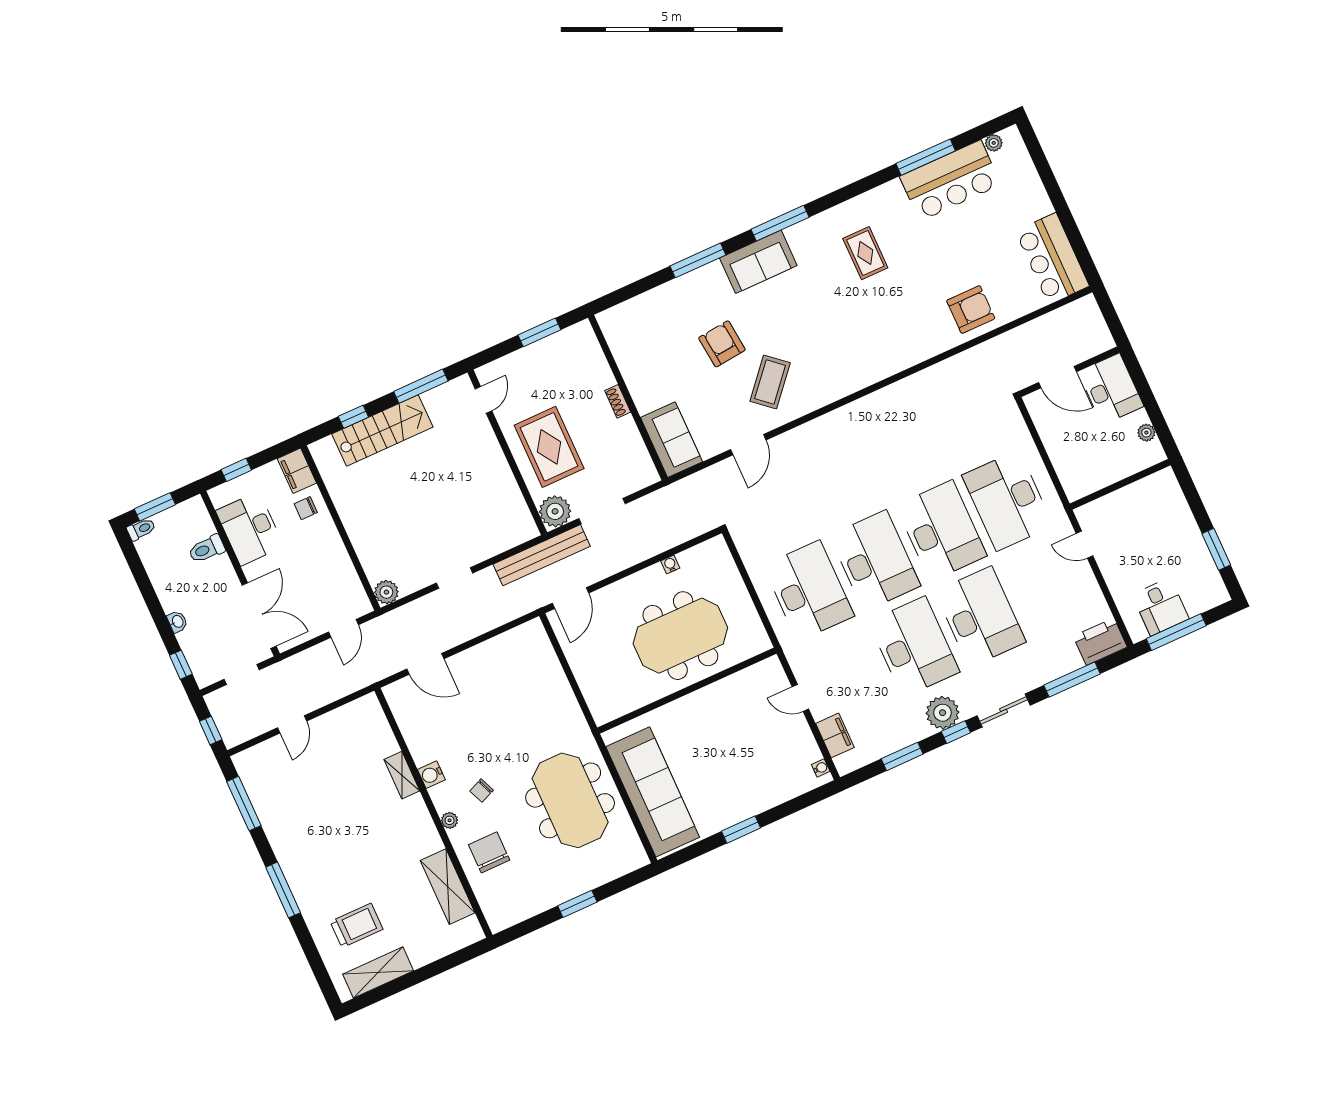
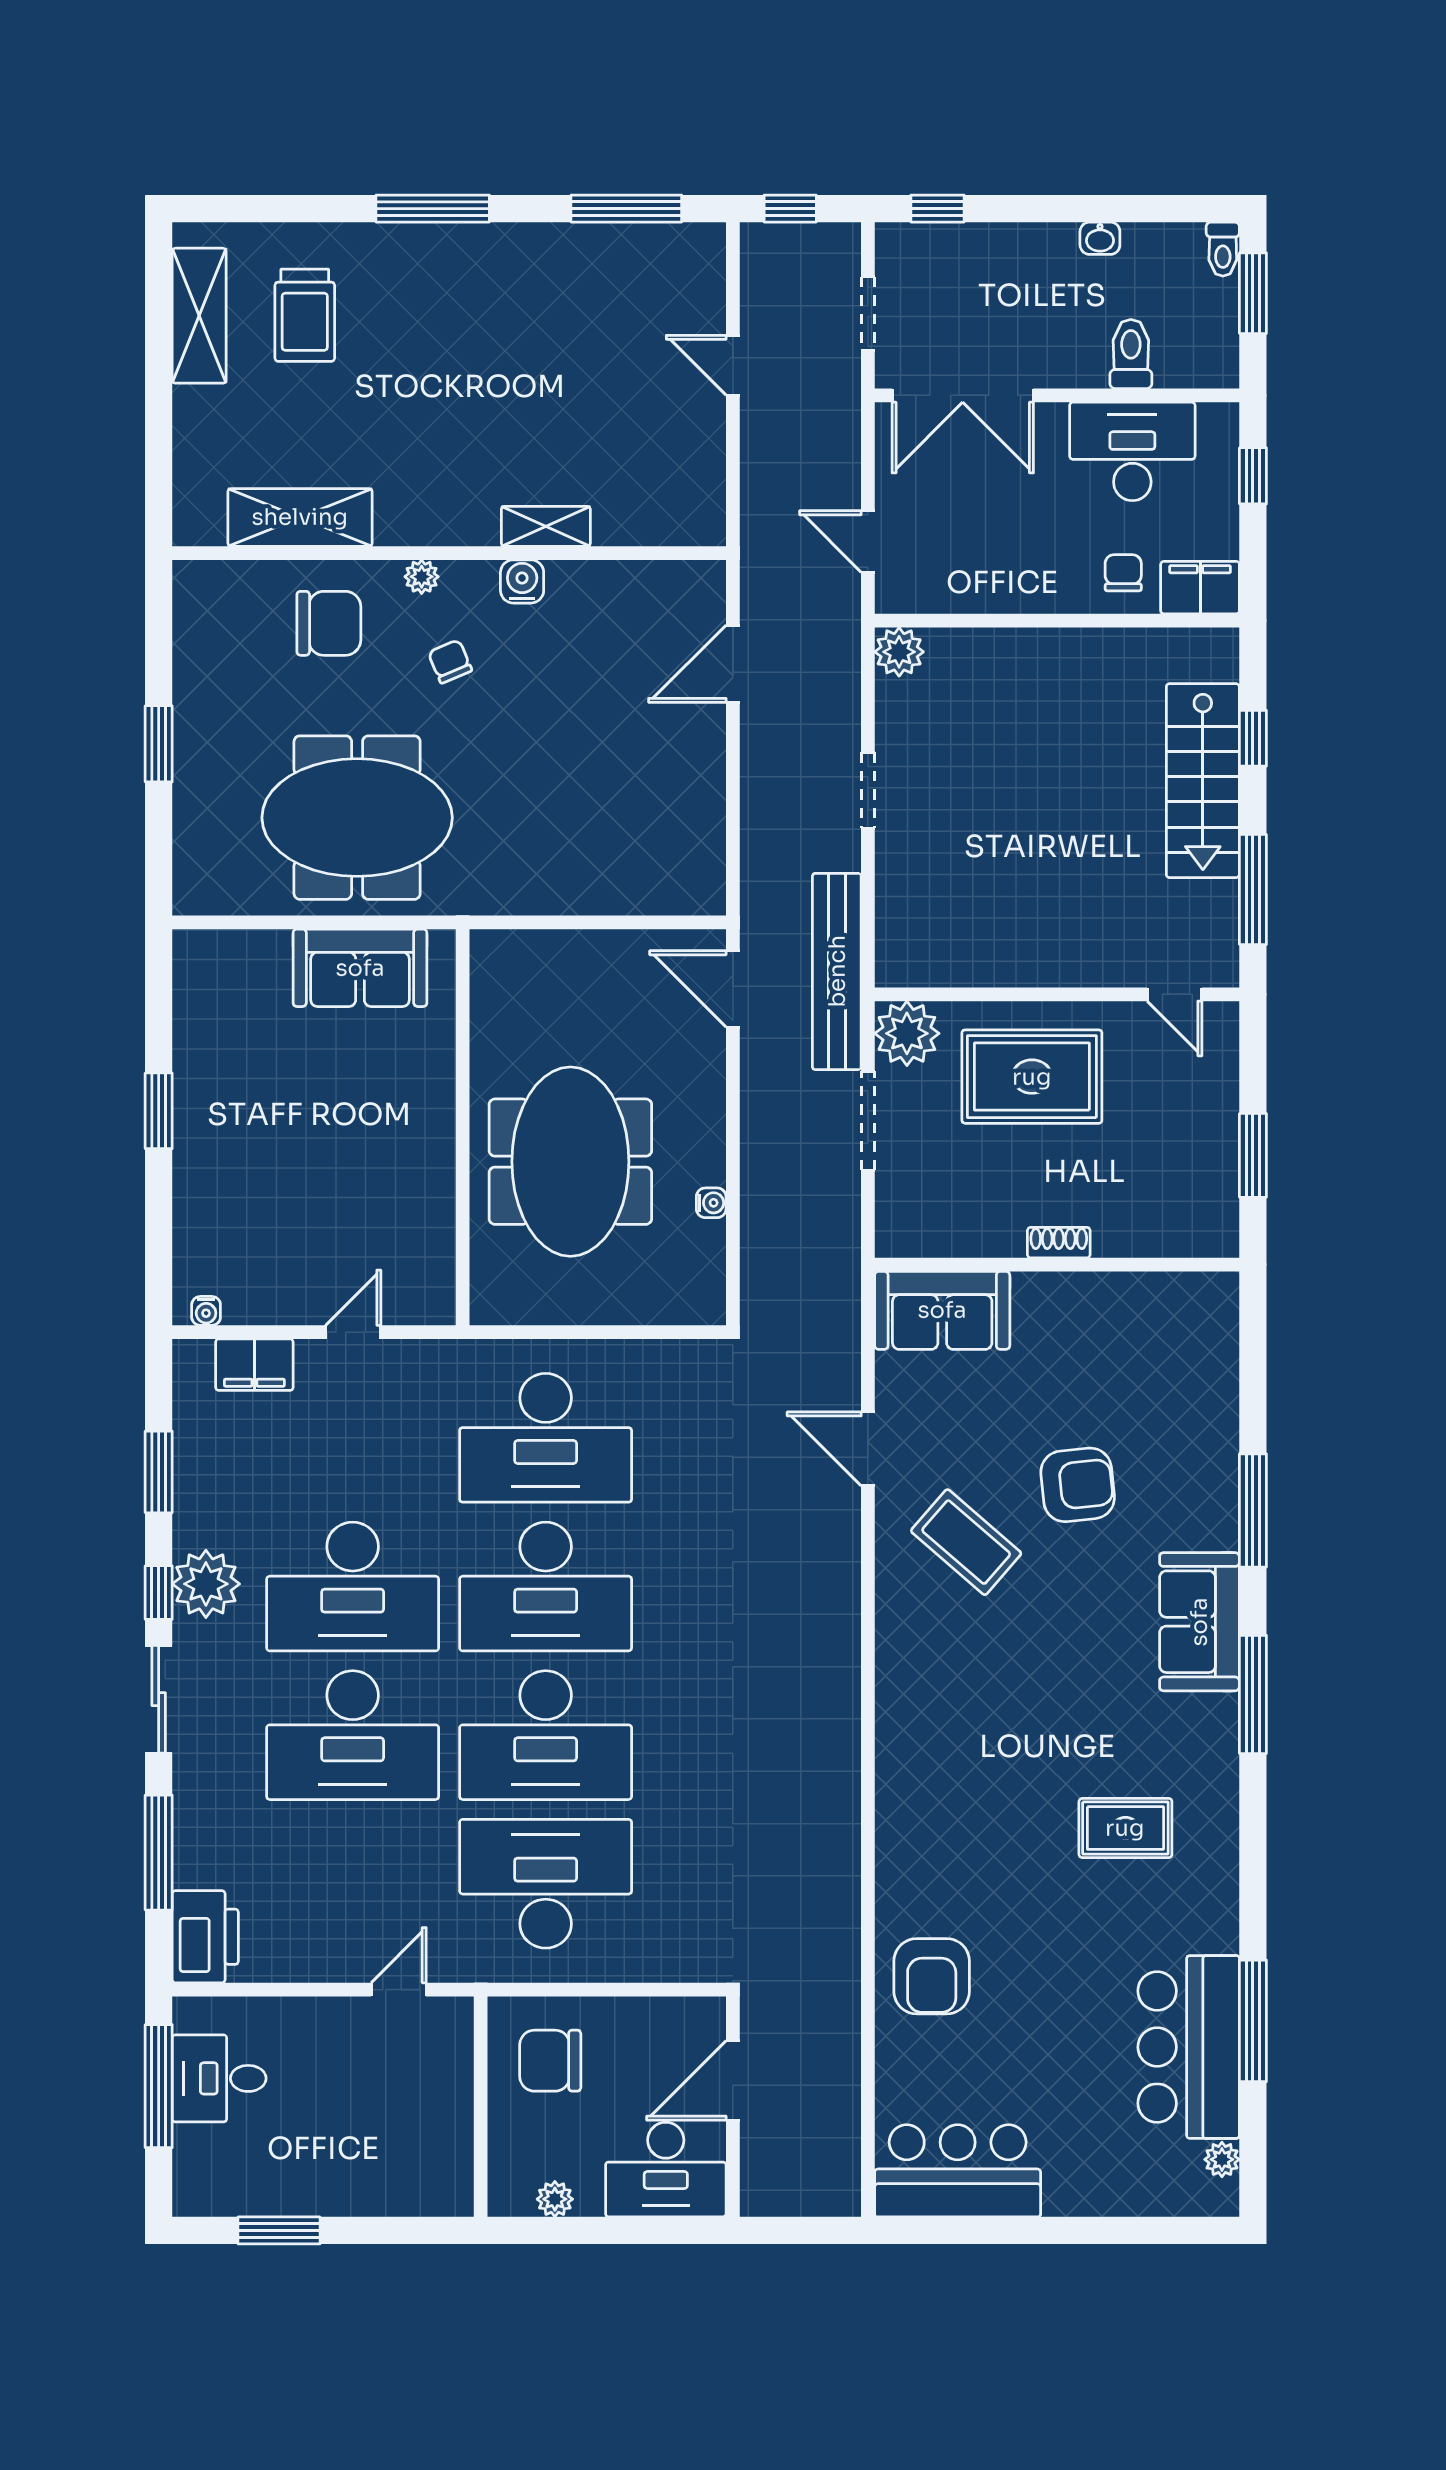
chair: (1086, 463) -> (550, 2061), added
washbasin: (177, 622) -> (1100, 238), moved
sofa: (653, 792) -> (360, 968), width x0.54, depth x0.79

